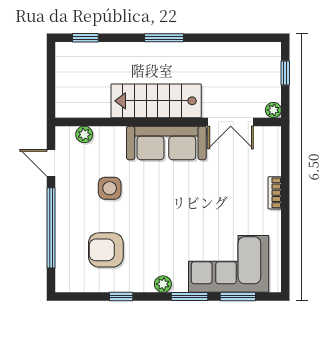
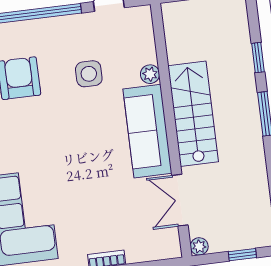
window: (85, 38) -> (258, 58), moved
plant: (84, 134) -> (150, 74), moved

